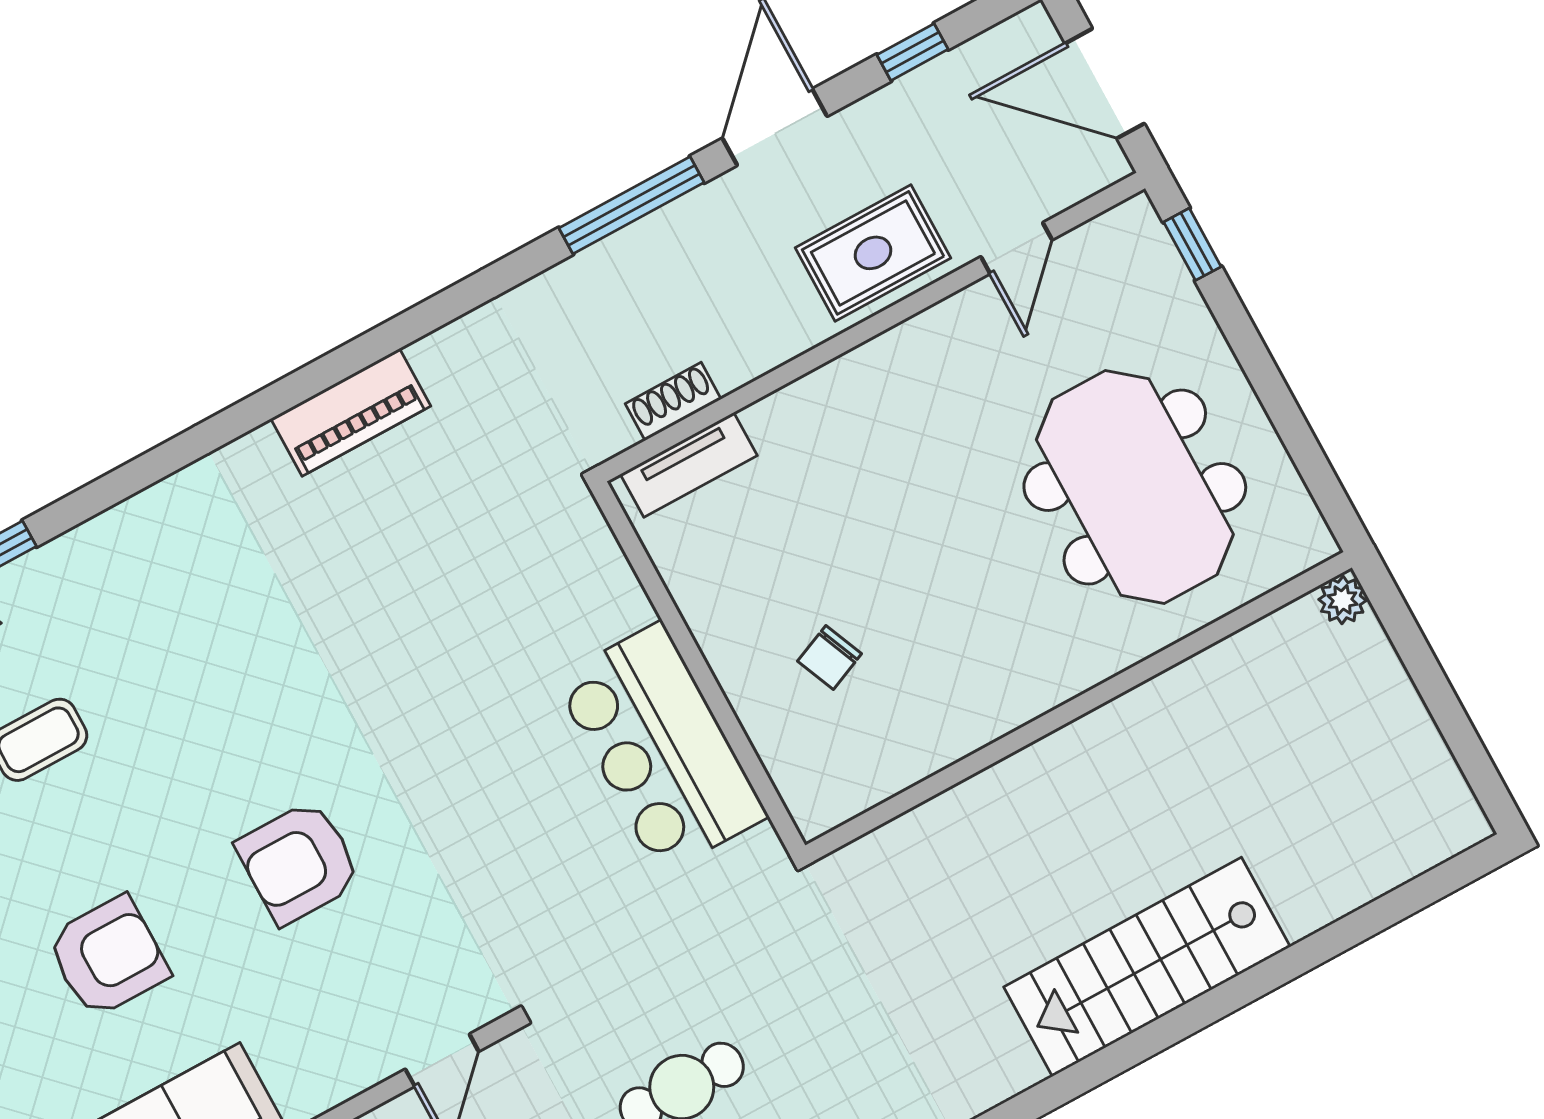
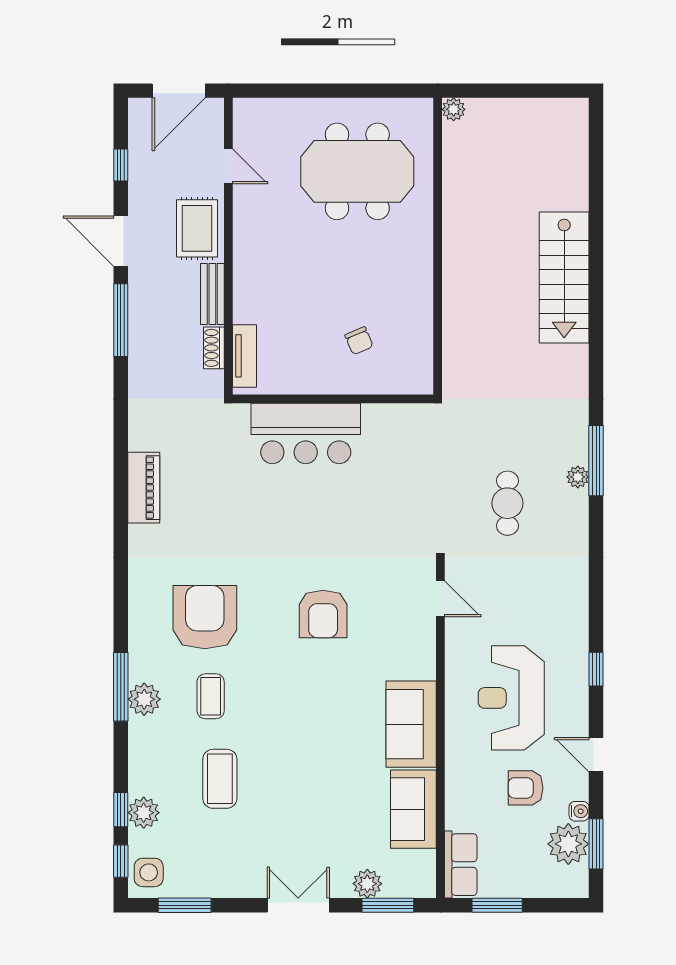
window: (1192, 244) -> (267, 91), removed
bench: (769, 345) -> (212, 294), added
bar counter: (661, 748) -> (306, 433), moved
armchair: (108, 957) -> (205, 617), moved, width x1.36, depth x1.36

